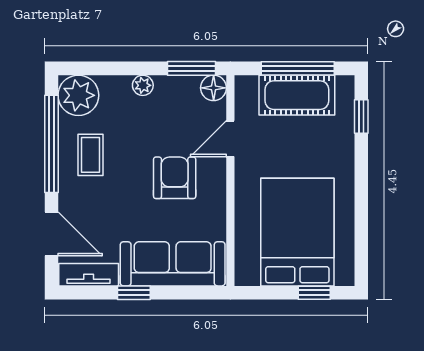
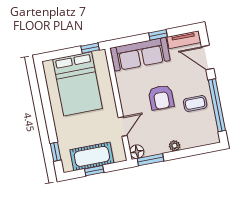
window: (298, 68) -> (94, 171), width x0.46
plant: (78, 95) -> (208, 134), removed
coffee table: (91, 155) -> (195, 103), turned 90
armchair: (175, 178) -> (161, 97), moved
window: (314, 293) -> (90, 48), moved

